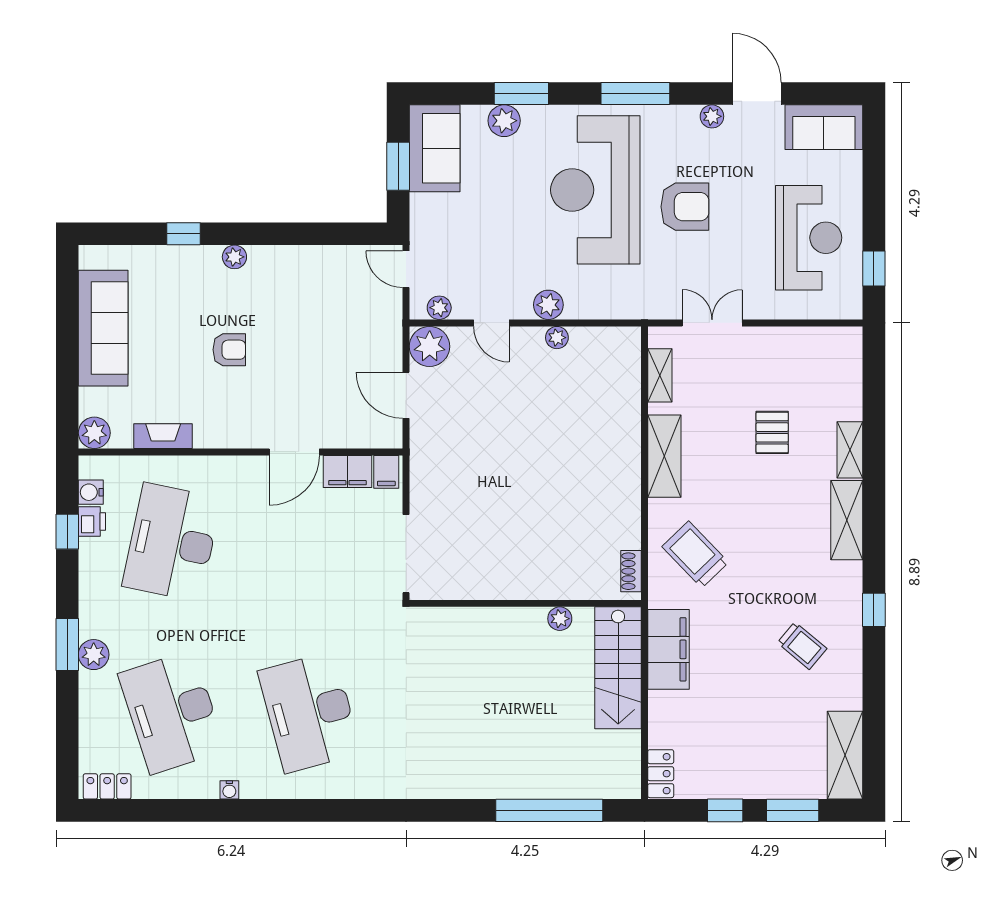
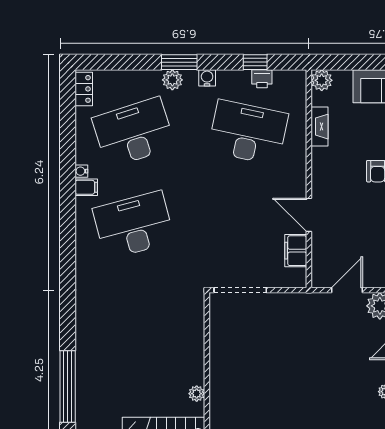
filing cabinet: (386, 472) -> (86, 187), moved, turned 180
water cooler: (91, 492) -> (207, 78), moved

